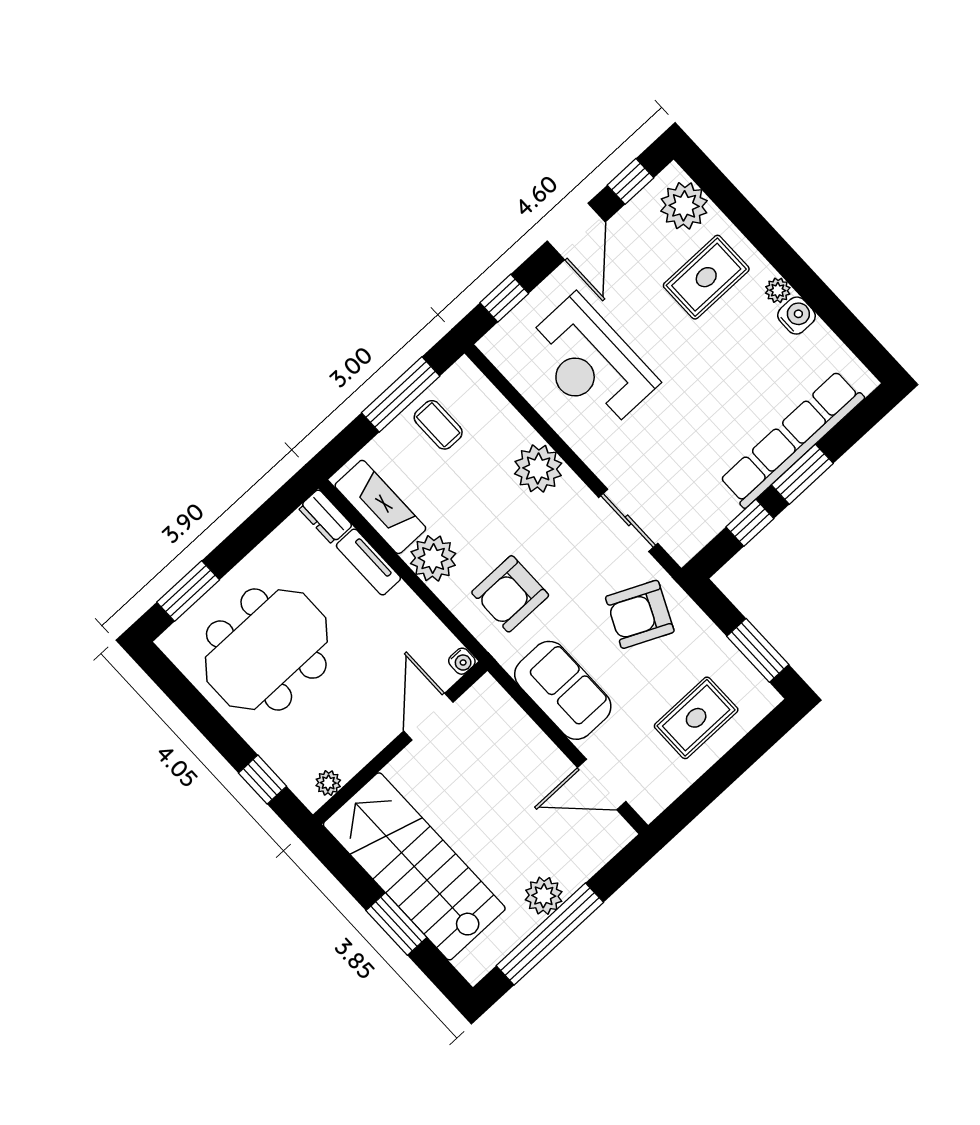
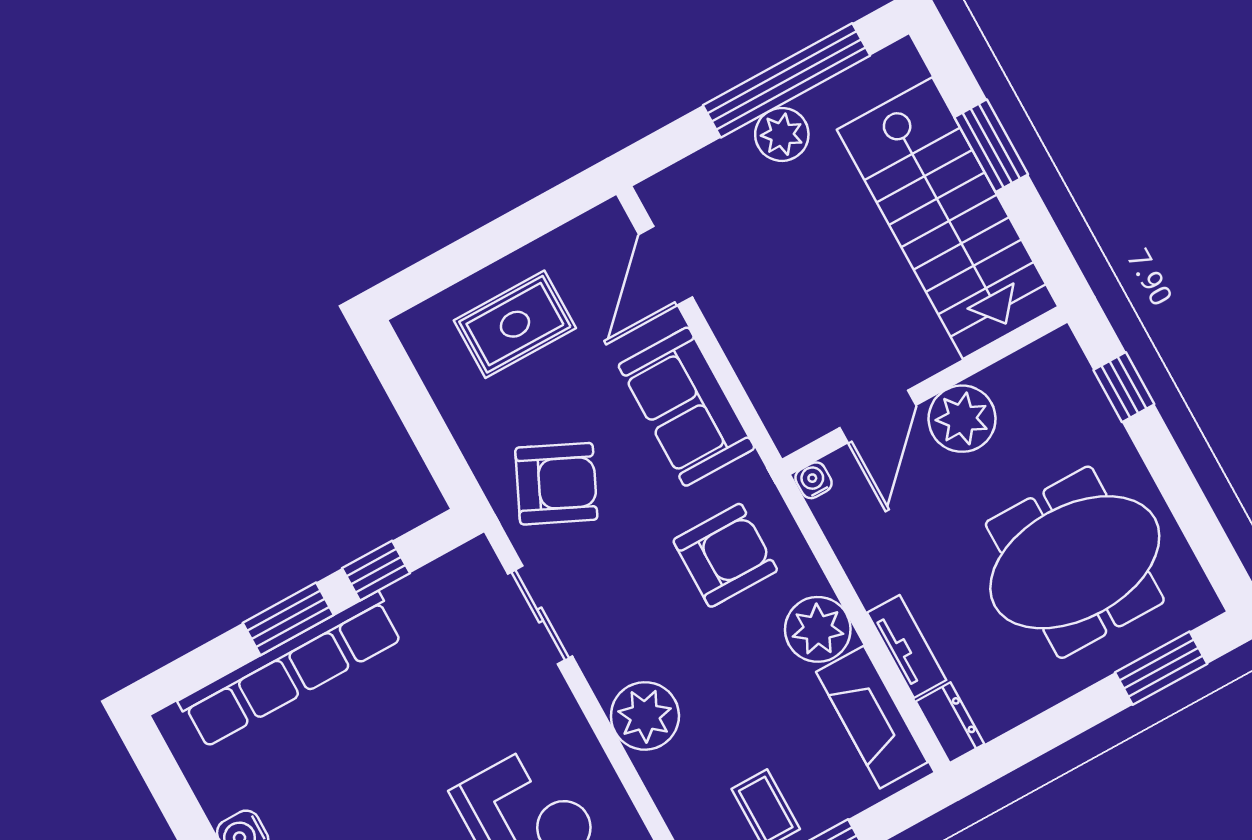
window: (758, 650) -> (408, 395), removed
plant: (328, 783) -> (962, 419), moved, width x1.88, depth x1.88
door: (602, 784) -> (666, 266), swing flipped

